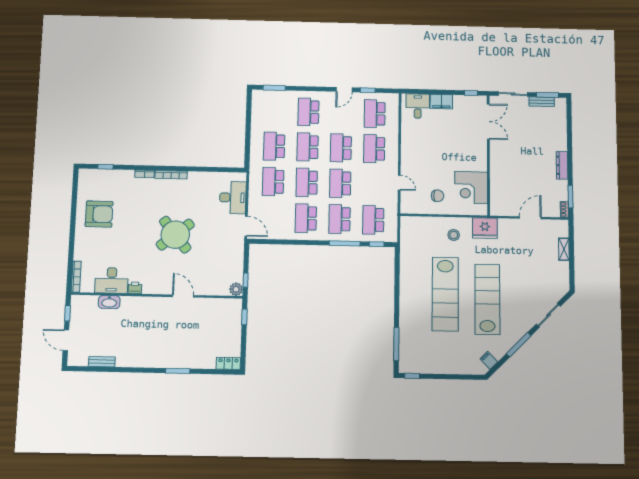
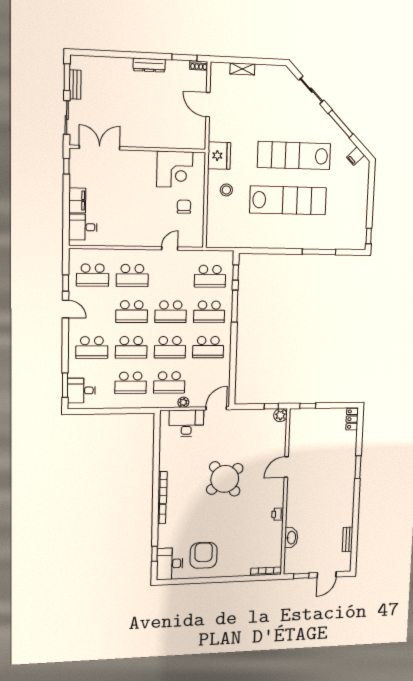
desk: (269, 102) -> (81, 391), added
plant: (253, 195) -> (183, 402), added
desk: (112, 280) -> (170, 564), moved, turned 180
window: (396, 344) -> (319, 252), moved

